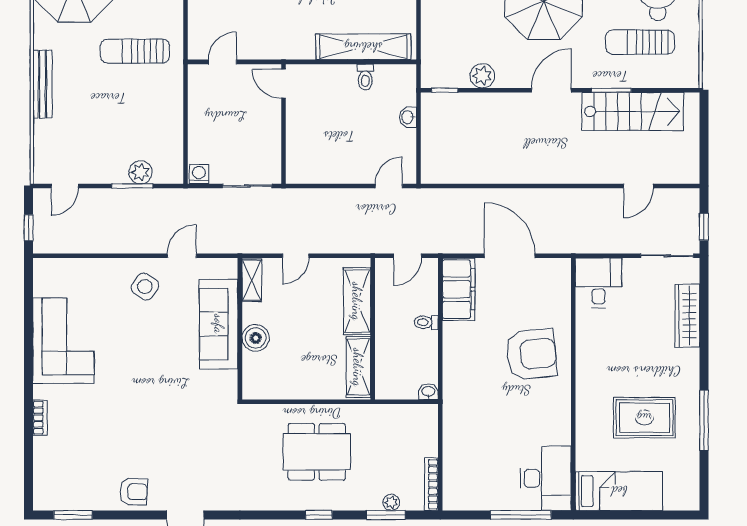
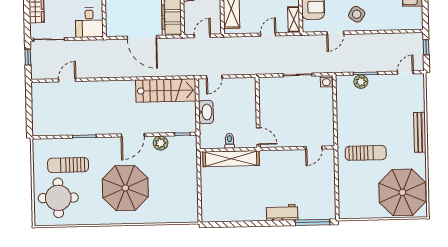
sun lounger: (640, 42) -> (68, 165), turned 180
door: (283, 84) -> (258, 136), moved
door: (551, 90) -> (133, 135), moved
stairs: (633, 111) -> (166, 90), moved, turned 180
washbasin: (408, 117) -> (206, 112), width x1.91, depth x1.45
wall: (283, 124) -> (258, 112), moved

